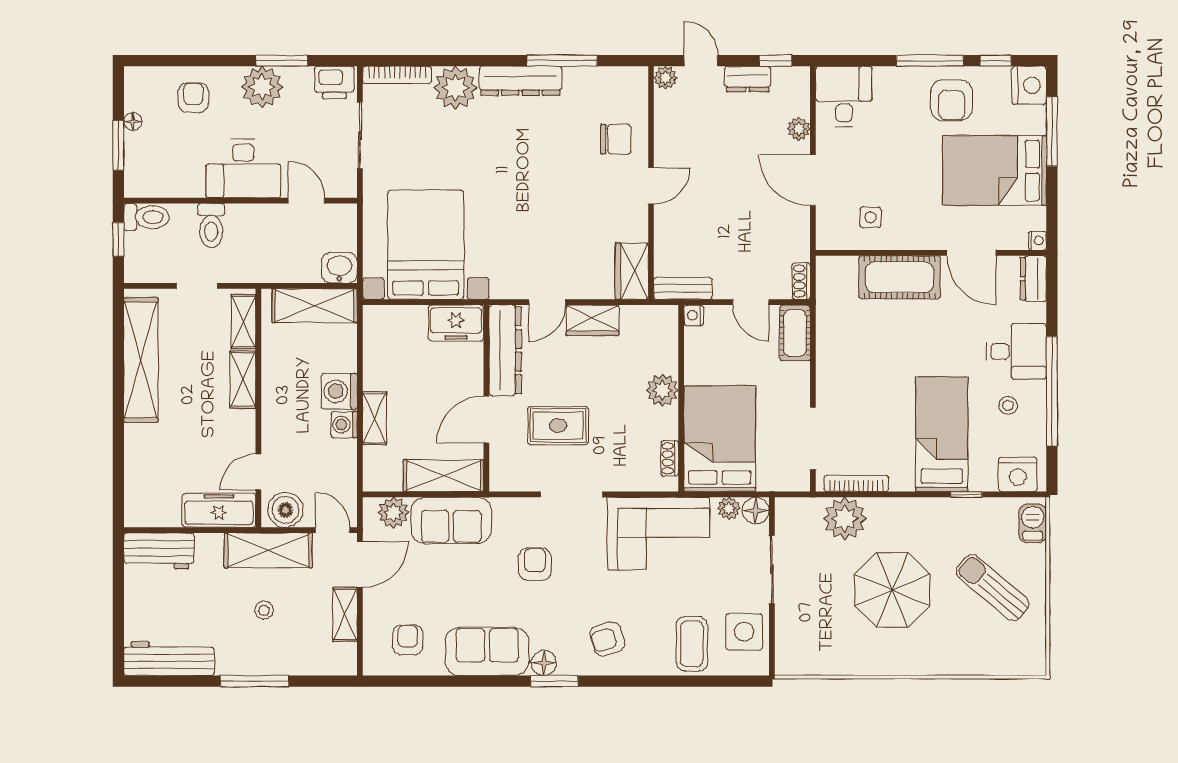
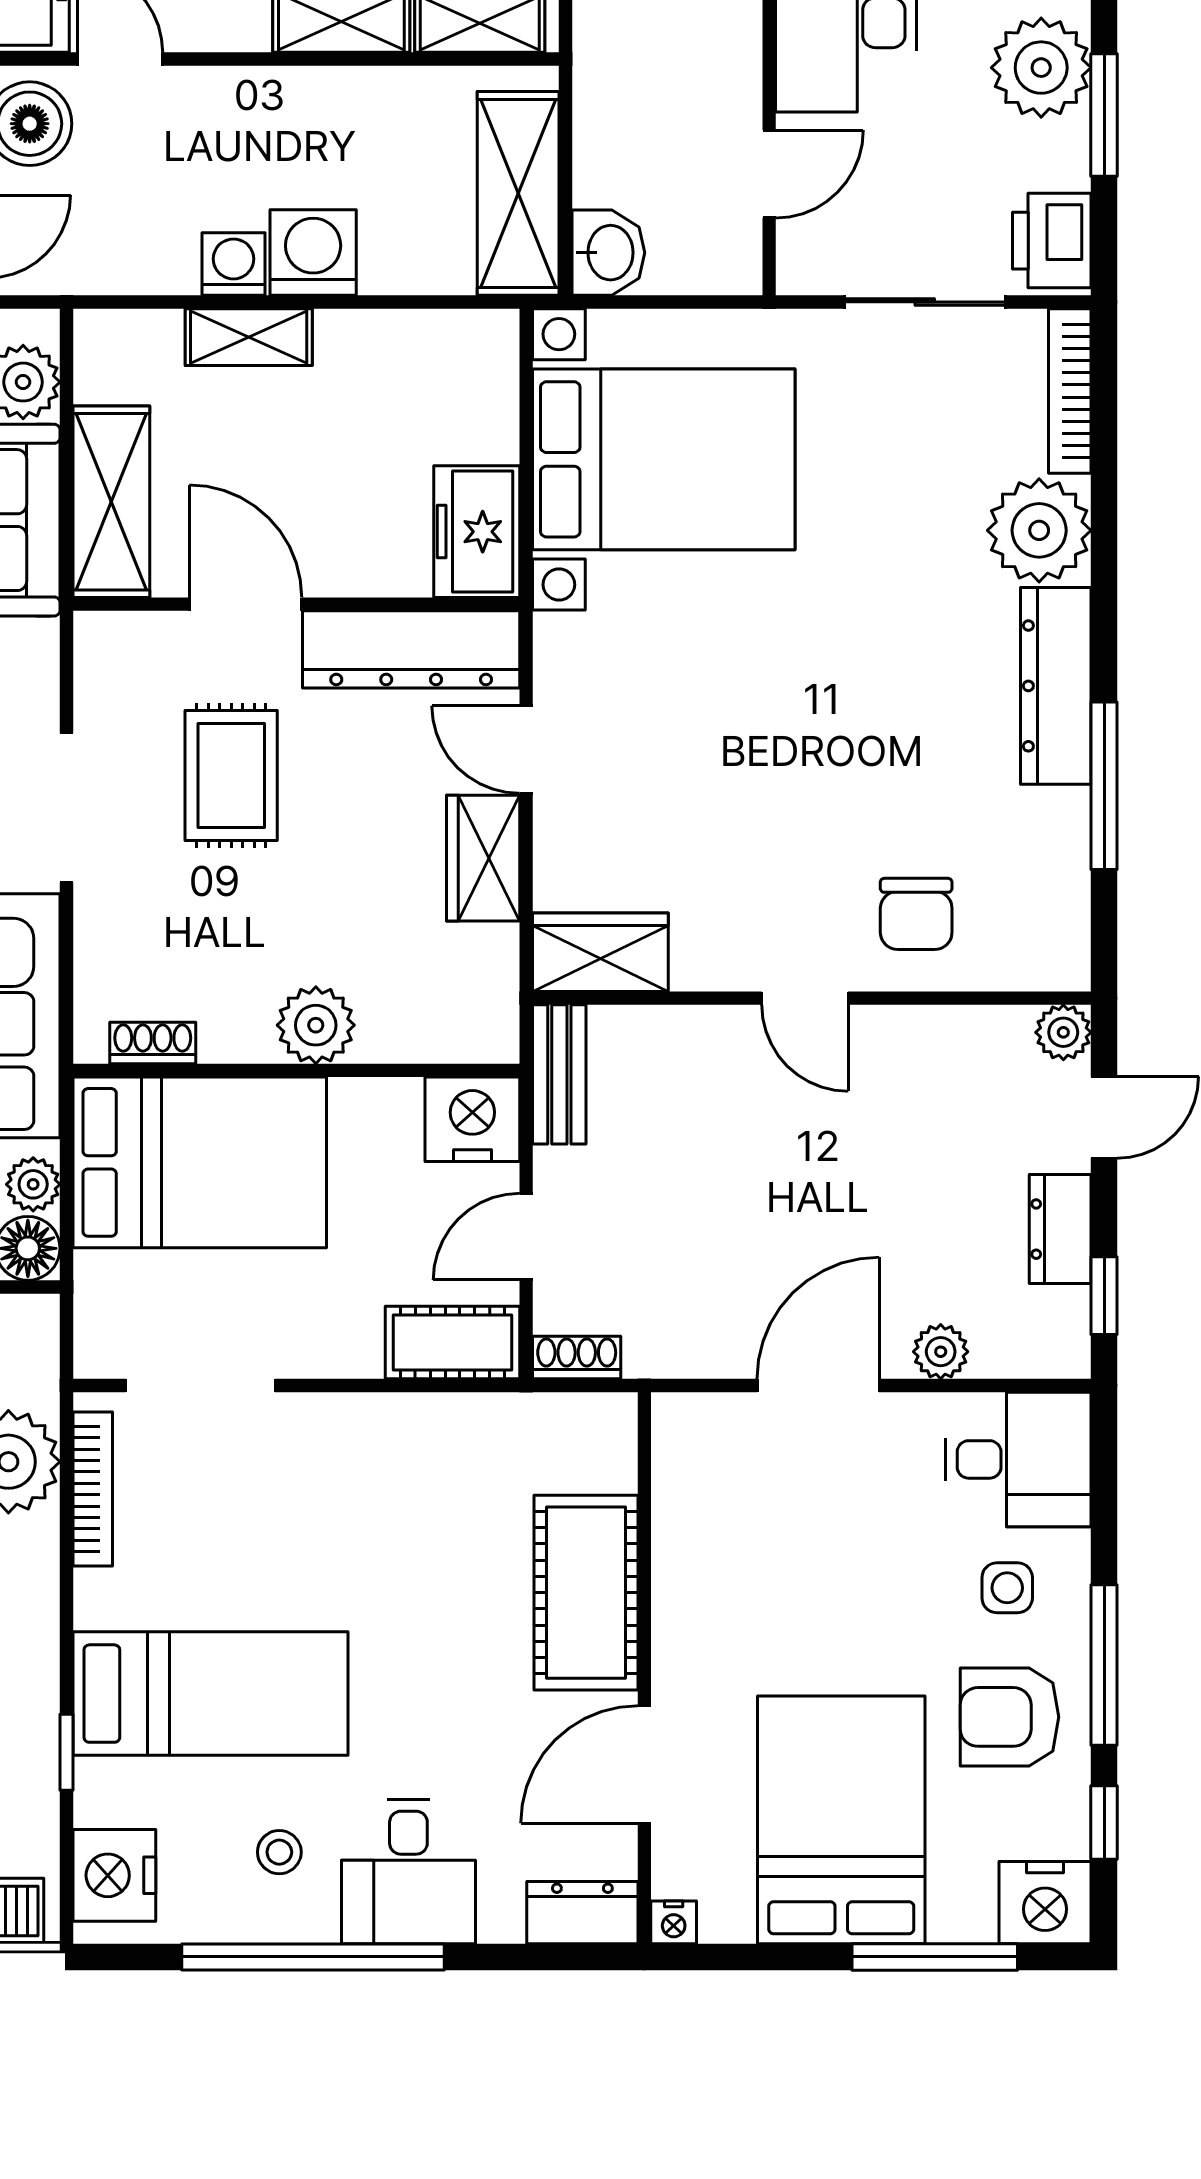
side table: (870, 217) -> (1007, 1588), moved
nightstand: (694, 315) -> (472, 1119), width x1.89, depth x1.79

